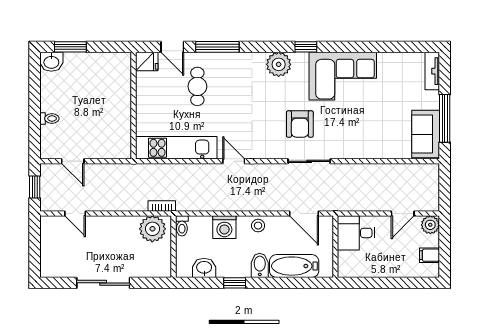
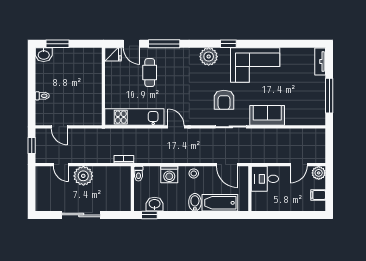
sofa: (426, 134) -> (267, 115), moved, turned 90
plant: (152, 229) -> (83, 176), moved
window: (235, 283) -> (149, 215), moved

